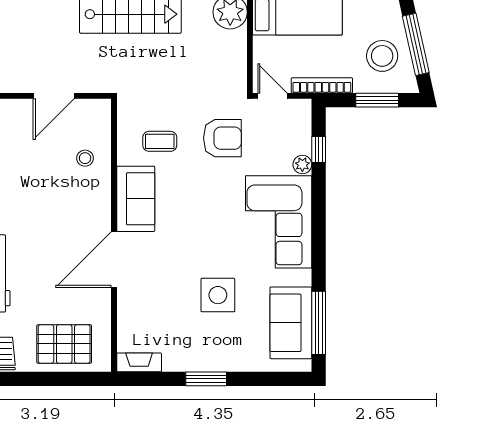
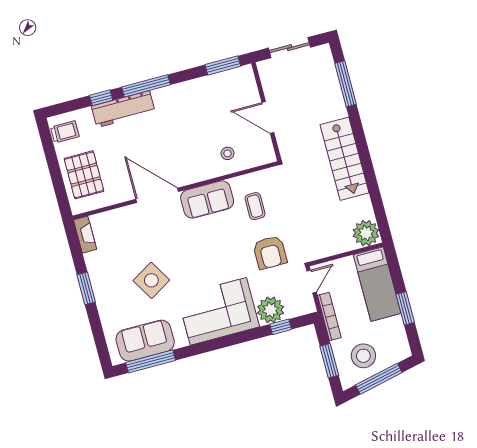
plant: (302, 164) -> (271, 310), width x1.88, depth x1.88
side table: (218, 295) -> (151, 280), turned -31

